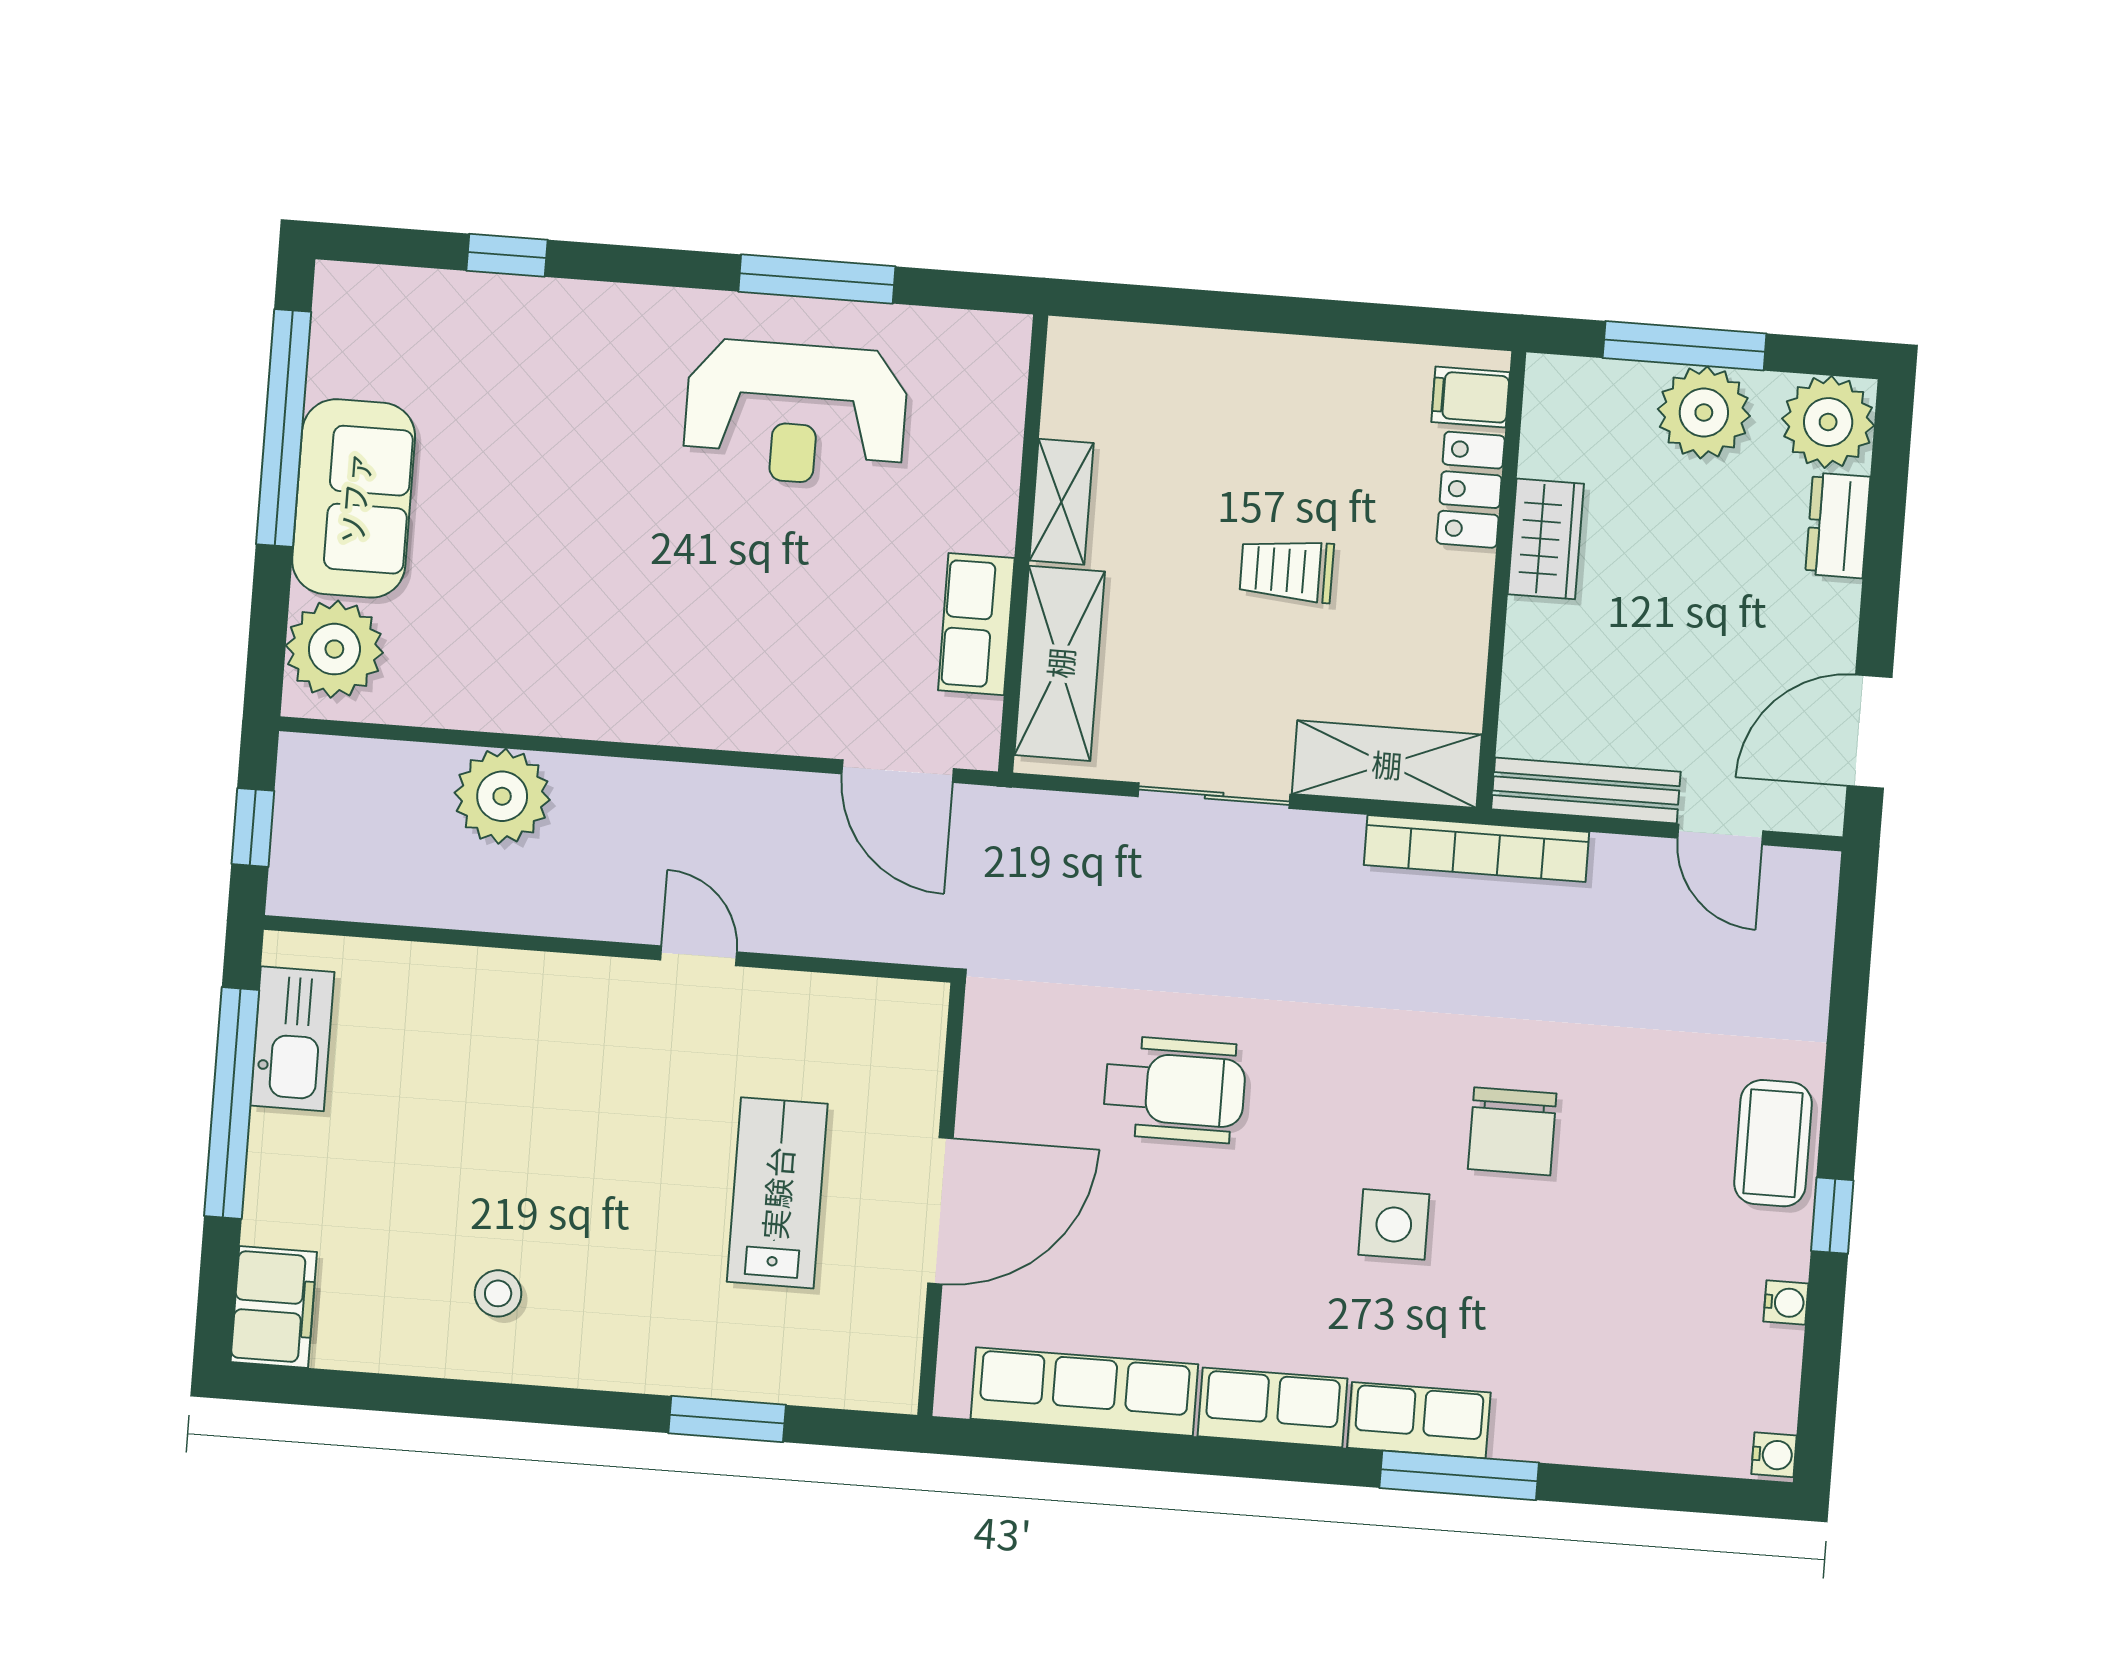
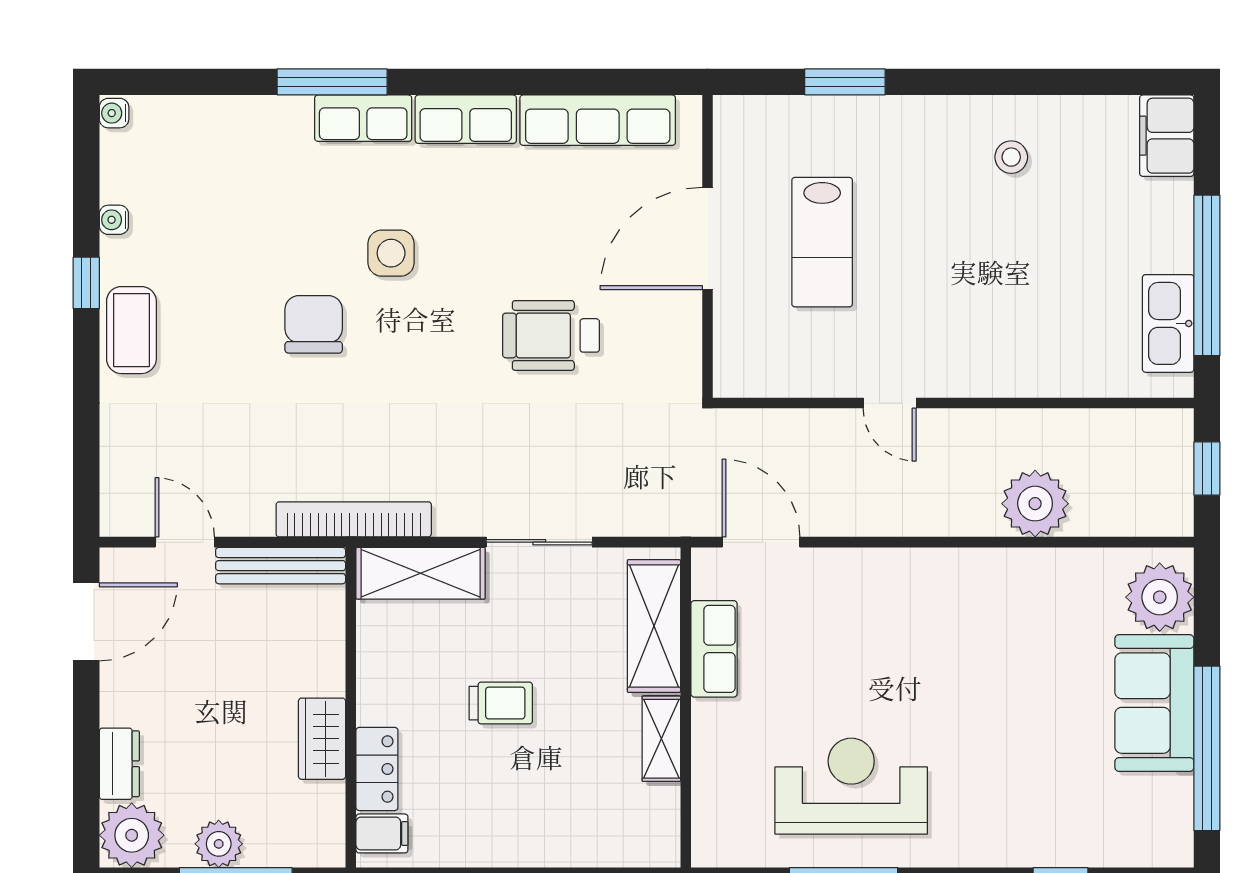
plant: (1704, 412) -> (219, 844), width x0.73, depth x0.73

